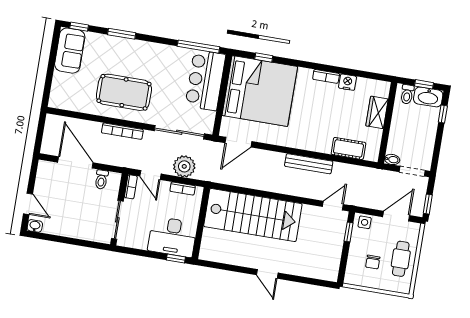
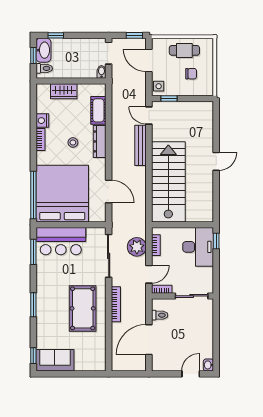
window: (122, 34) -> (33, 305), moved
window: (198, 47) -> (33, 252), width x0.69
window: (264, 58) -> (33, 195), width x3.17
stool: (316, 113) -> (73, 142), added
door: (238, 142) -> (109, 191), moved
dresser: (313, 144) -> (100, 141), added
bench: (309, 164) -> (141, 145), moved

